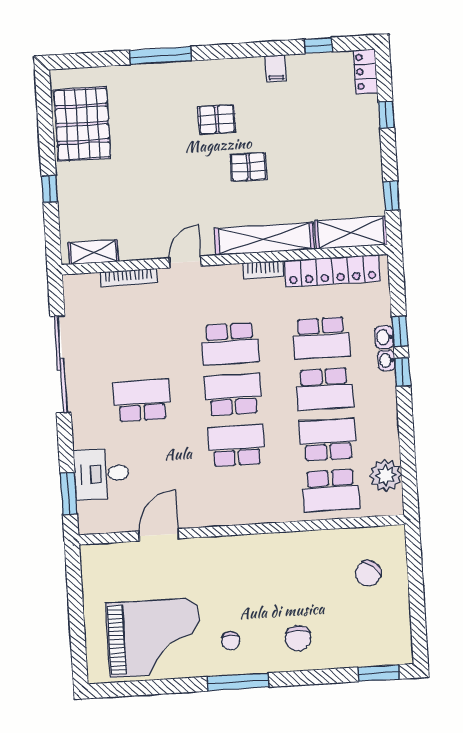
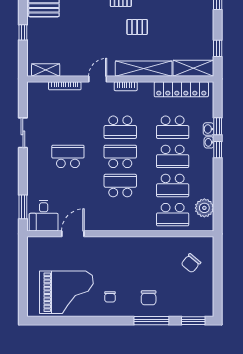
bookcase: (263, 270) -> (126, 86), moved
sliding door: (60, 364) -> (23, 133), width x0.54
school desk: (328, 440) -> (173, 185), turned 180
desk: (101, 474) -> (44, 216), moved, turned -90
window: (238, 682) -> (151, 321), moved

